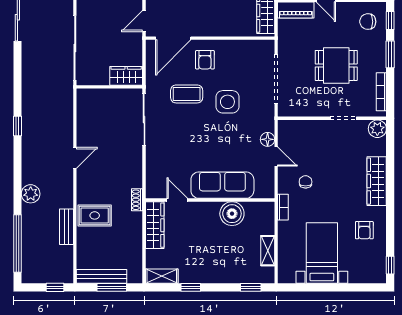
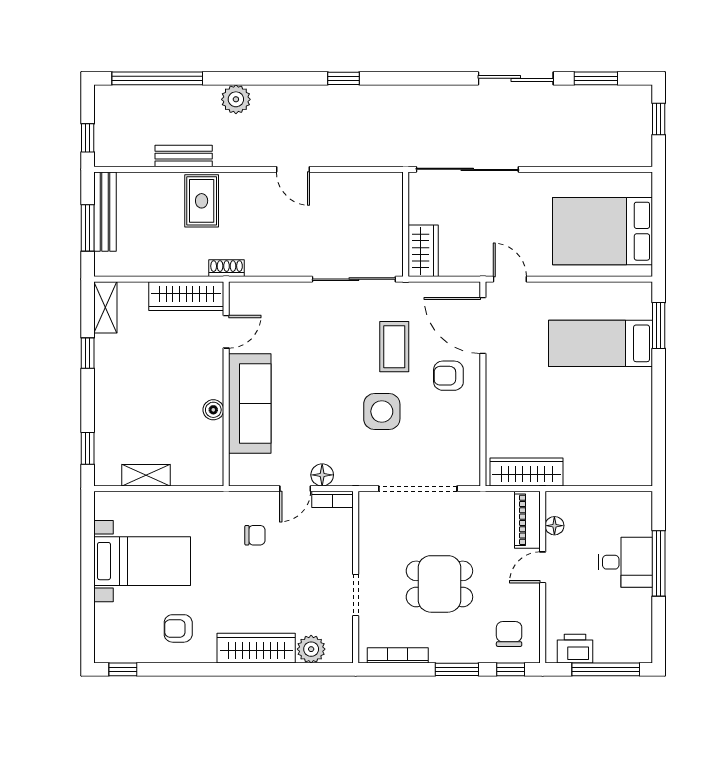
dining table: (336, 65) -> (439, 584), turned 90
plant: (377, 129) -> (311, 649), moved
bookcase: (283, 207) -> (333, 499), moved
boiler: (232, 214) -> (213, 410), width x0.54, depth x0.54

